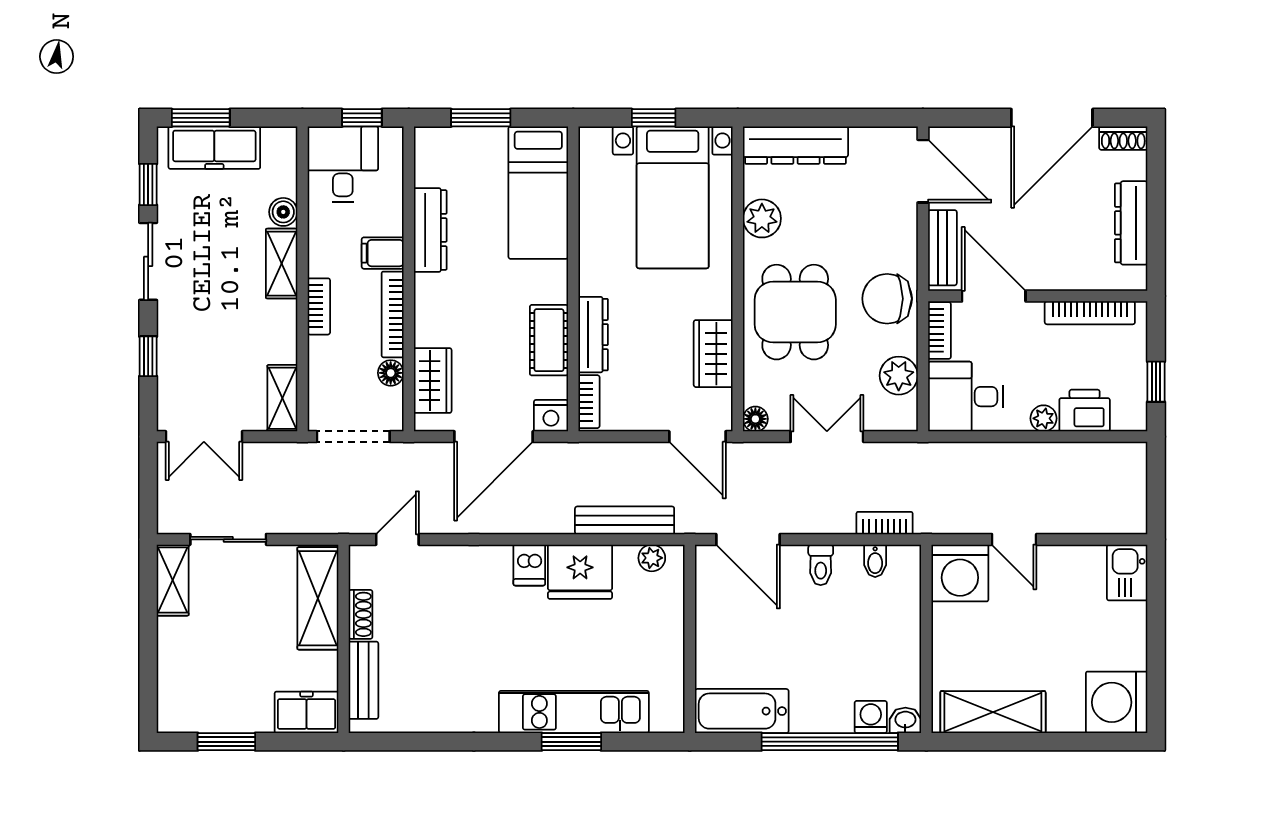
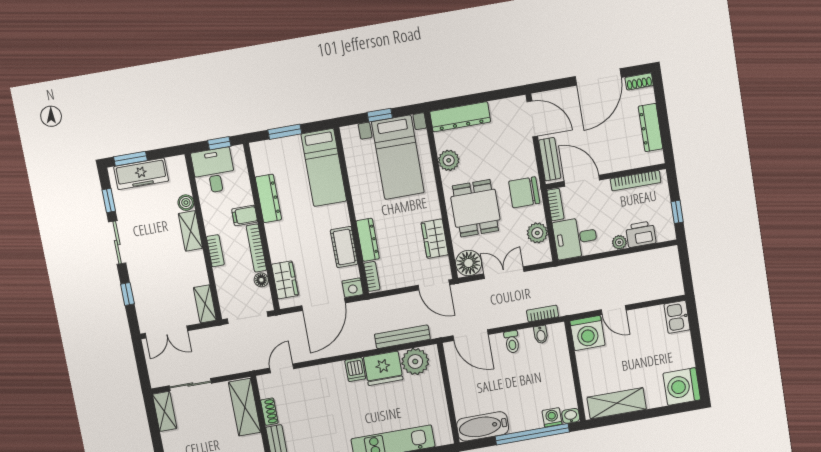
floor lamp: (755, 419) -> (469, 263), width x1.89, depth x1.89
plant: (652, 558) -> (415, 362), width x1.88, depth x1.88

